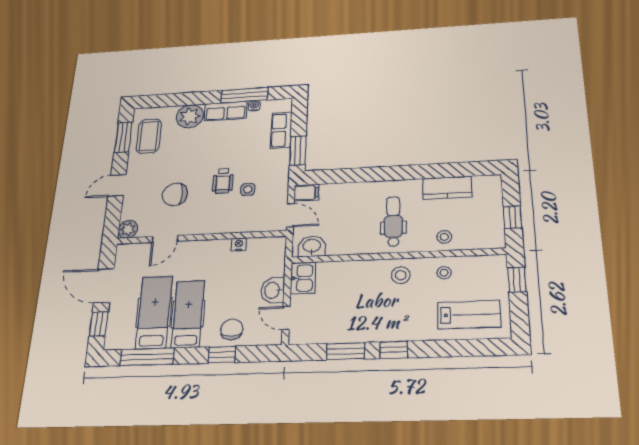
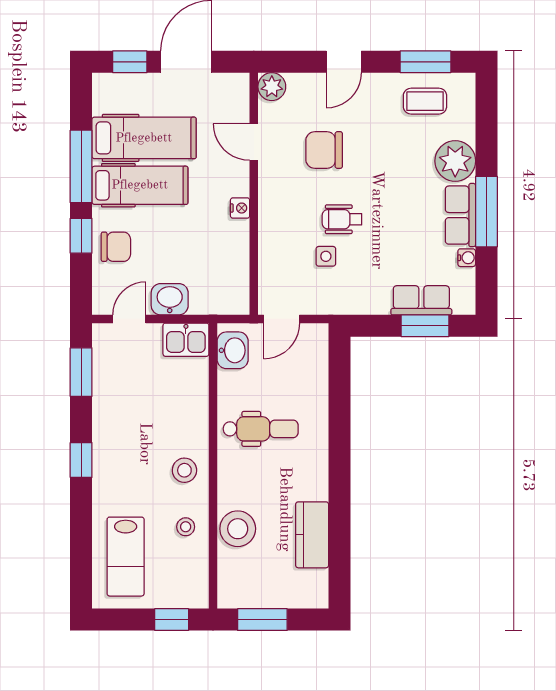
window: (245, 95) -> (486, 212), moved
coffee table: (149, 136) -> (425, 101), width x0.73, depth x0.77
window: (298, 151) -> (425, 326), moved
door: (117, 185) -> (344, 62), swing flipped
filing cabinet: (306, 193) -> (316, 340), removed
chair: (175, 194) -> (324, 150), turned -90
window: (513, 217) -> (262, 620), width x1.50
dental chair: (393, 221) -> (261, 429), moved
stool: (444, 237) -> (238, 529), width x1.89, depth x1.89
nightstand: (239, 244) -> (240, 208), moved
window: (345, 351) -> (81, 372), moved
window: (147, 357) -> (81, 166), moved

